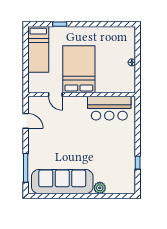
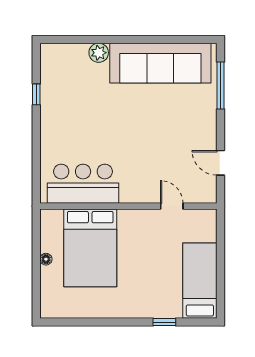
bed: (79, 69) -> (90, 248), moved

